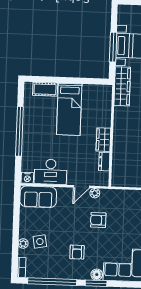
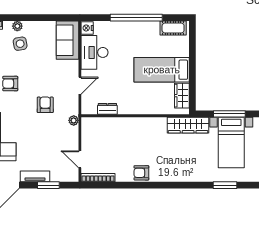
cot: (45, 89) -> (173, 28), moved, turned 90
wardrobe: (103, 140) -> (182, 96), moved, turned -90
door: (81, 187) -> (80, 86), swing flipped
plant: (95, 193) -> (74, 120), moved

